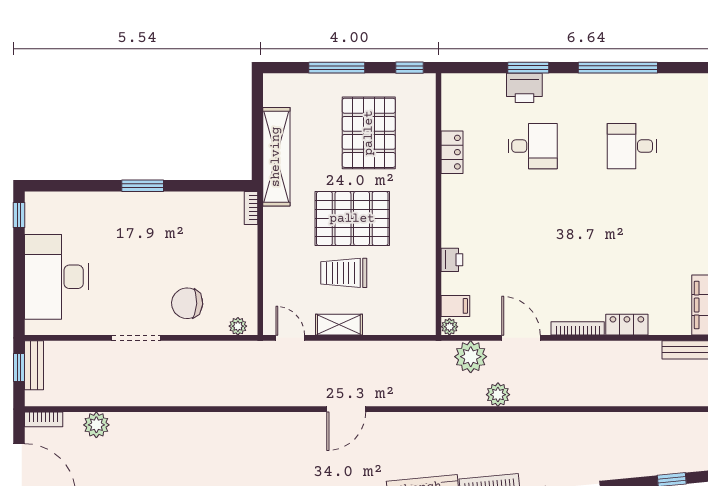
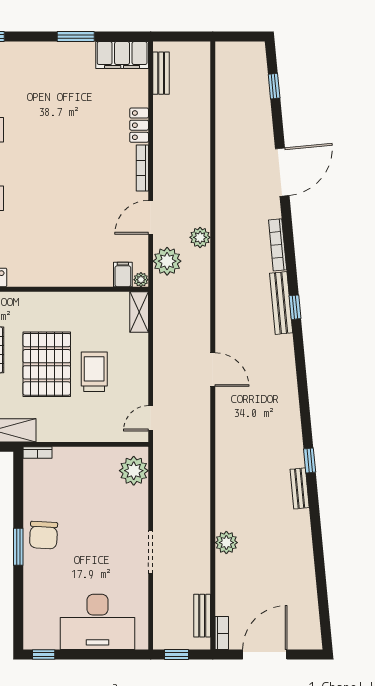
printer: (452, 260) -> (83, 278), removed
trolley: (344, 273) -> (94, 372), turned 180
chair: (187, 303) -> (44, 535), moved
shelving: (339, 325) -> (139, 312), moved
plant: (238, 326) -> (134, 471), width x1.88, depth x1.88
bench: (34, 365) -> (202, 616), moved, turned 90
plant: (96, 425) -> (226, 543), moved

